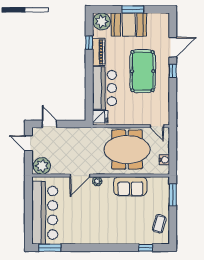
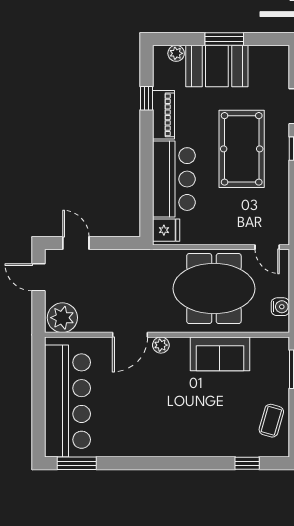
plant: (102, 21) -> (176, 53), width x0.53, depth x0.53

